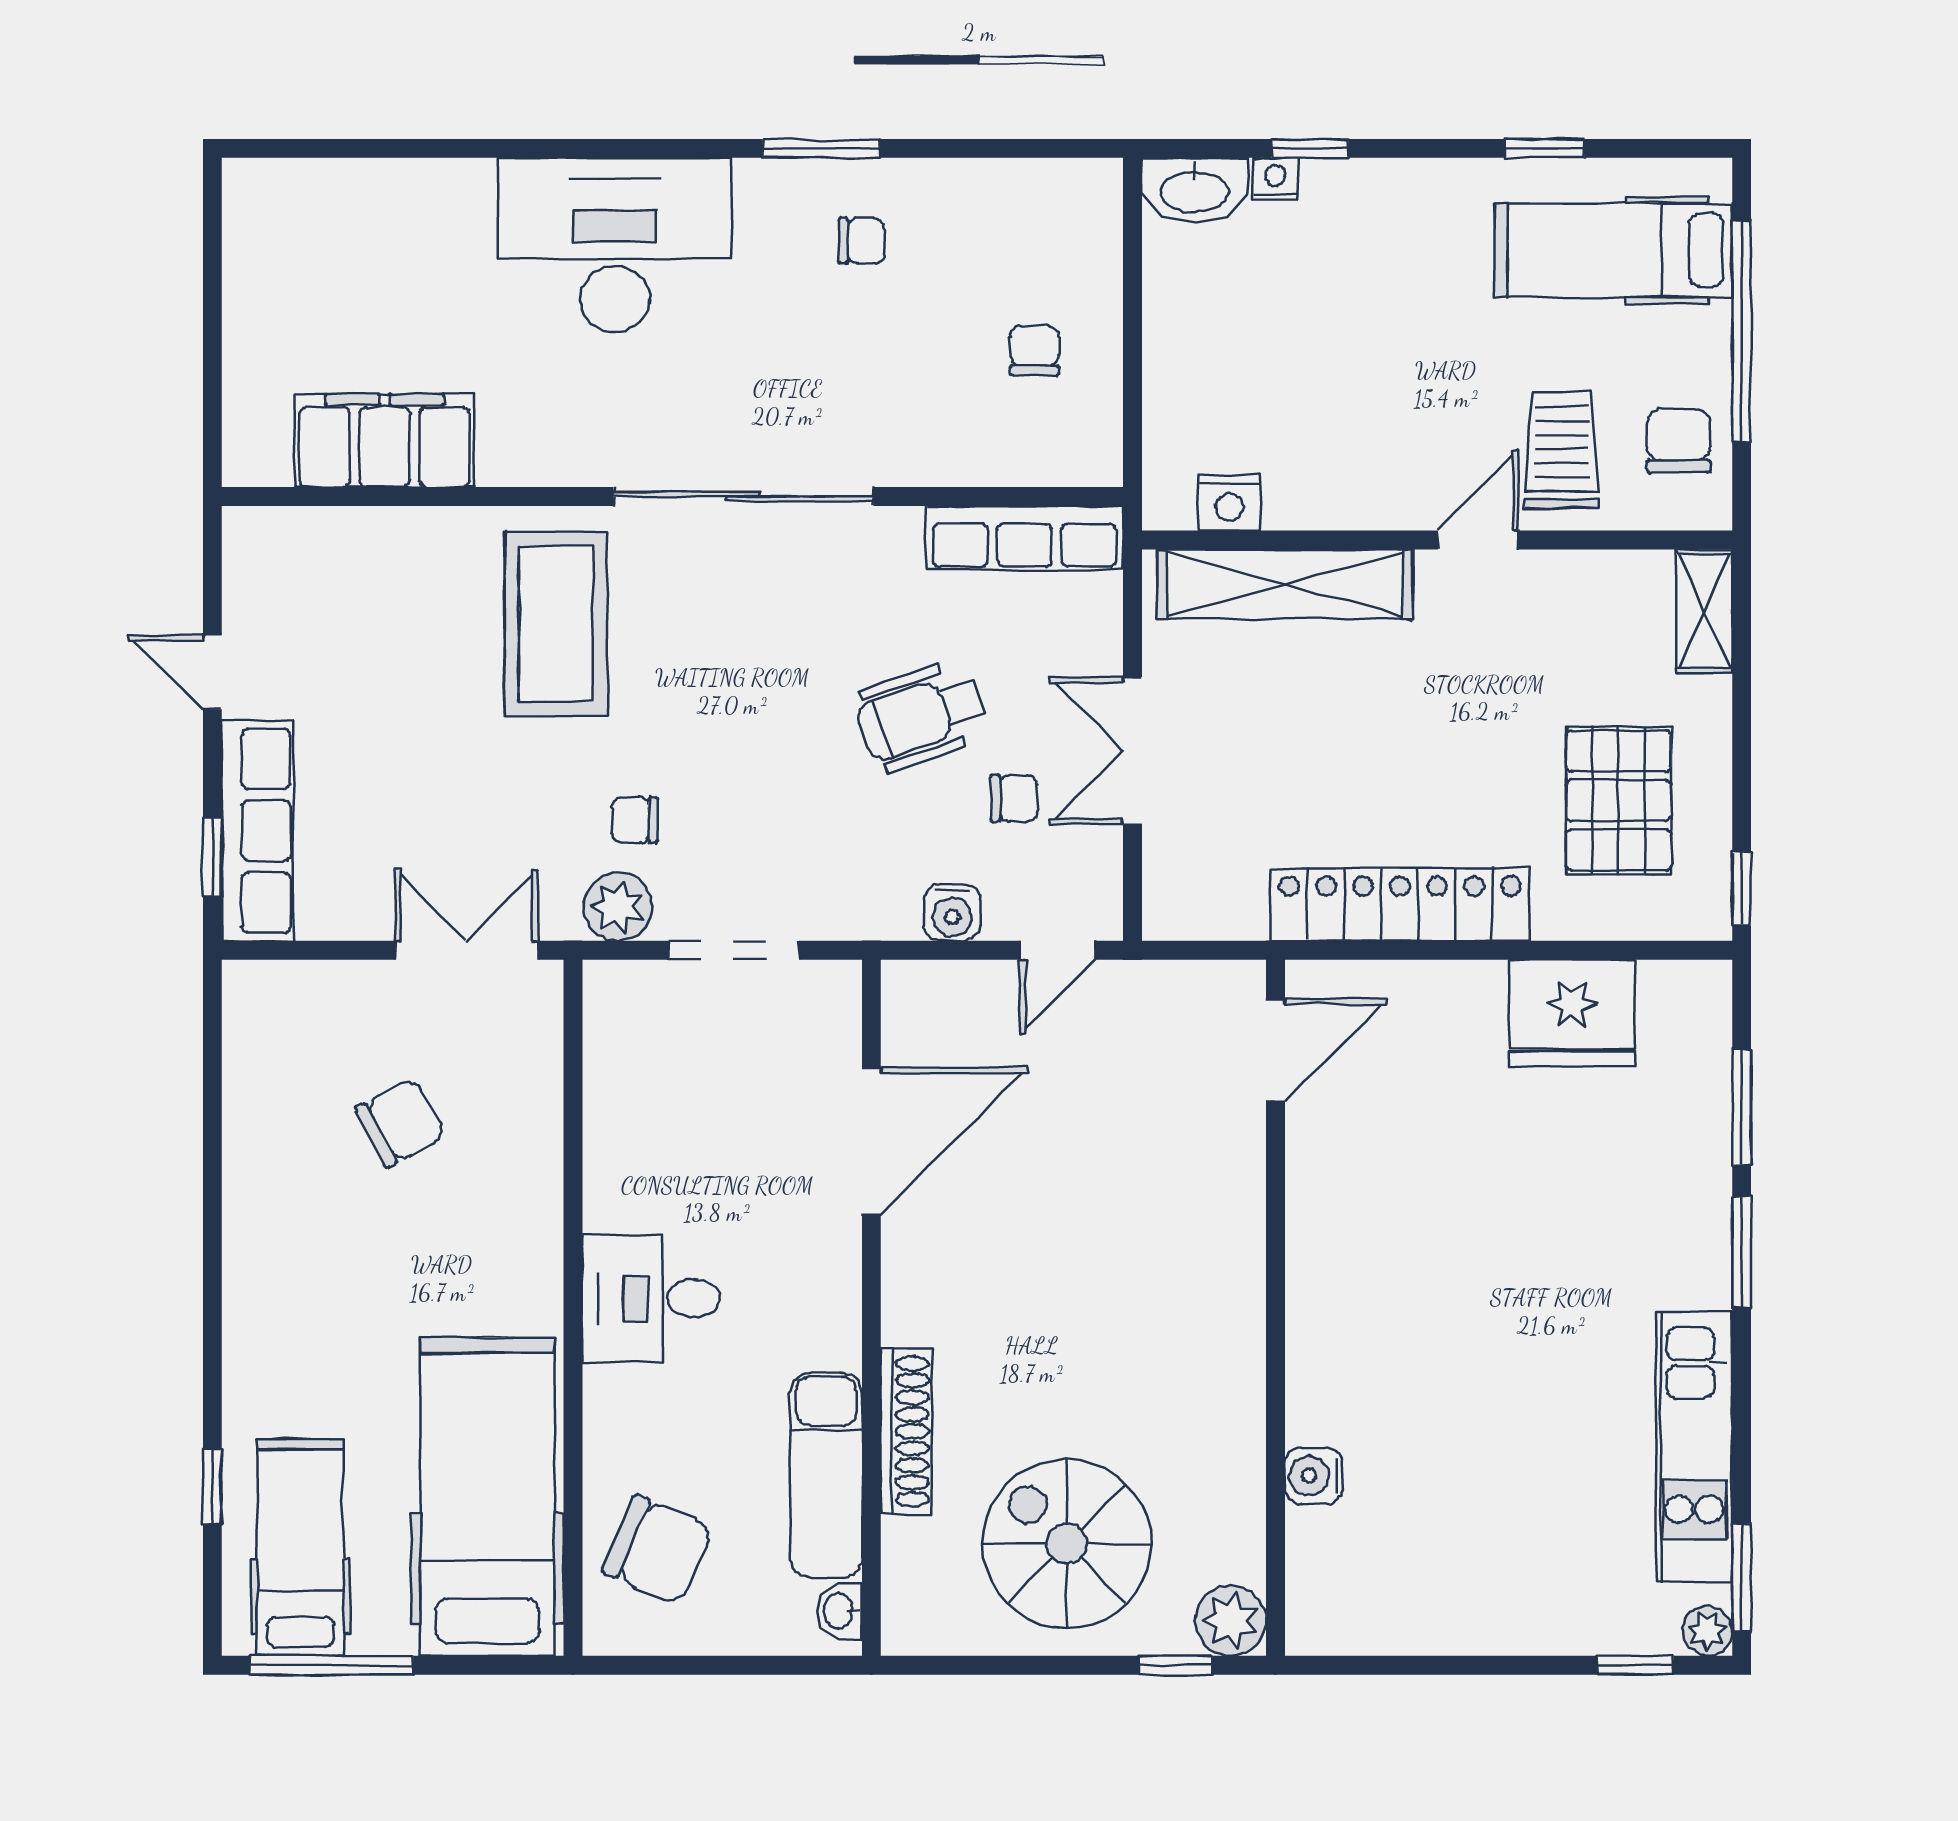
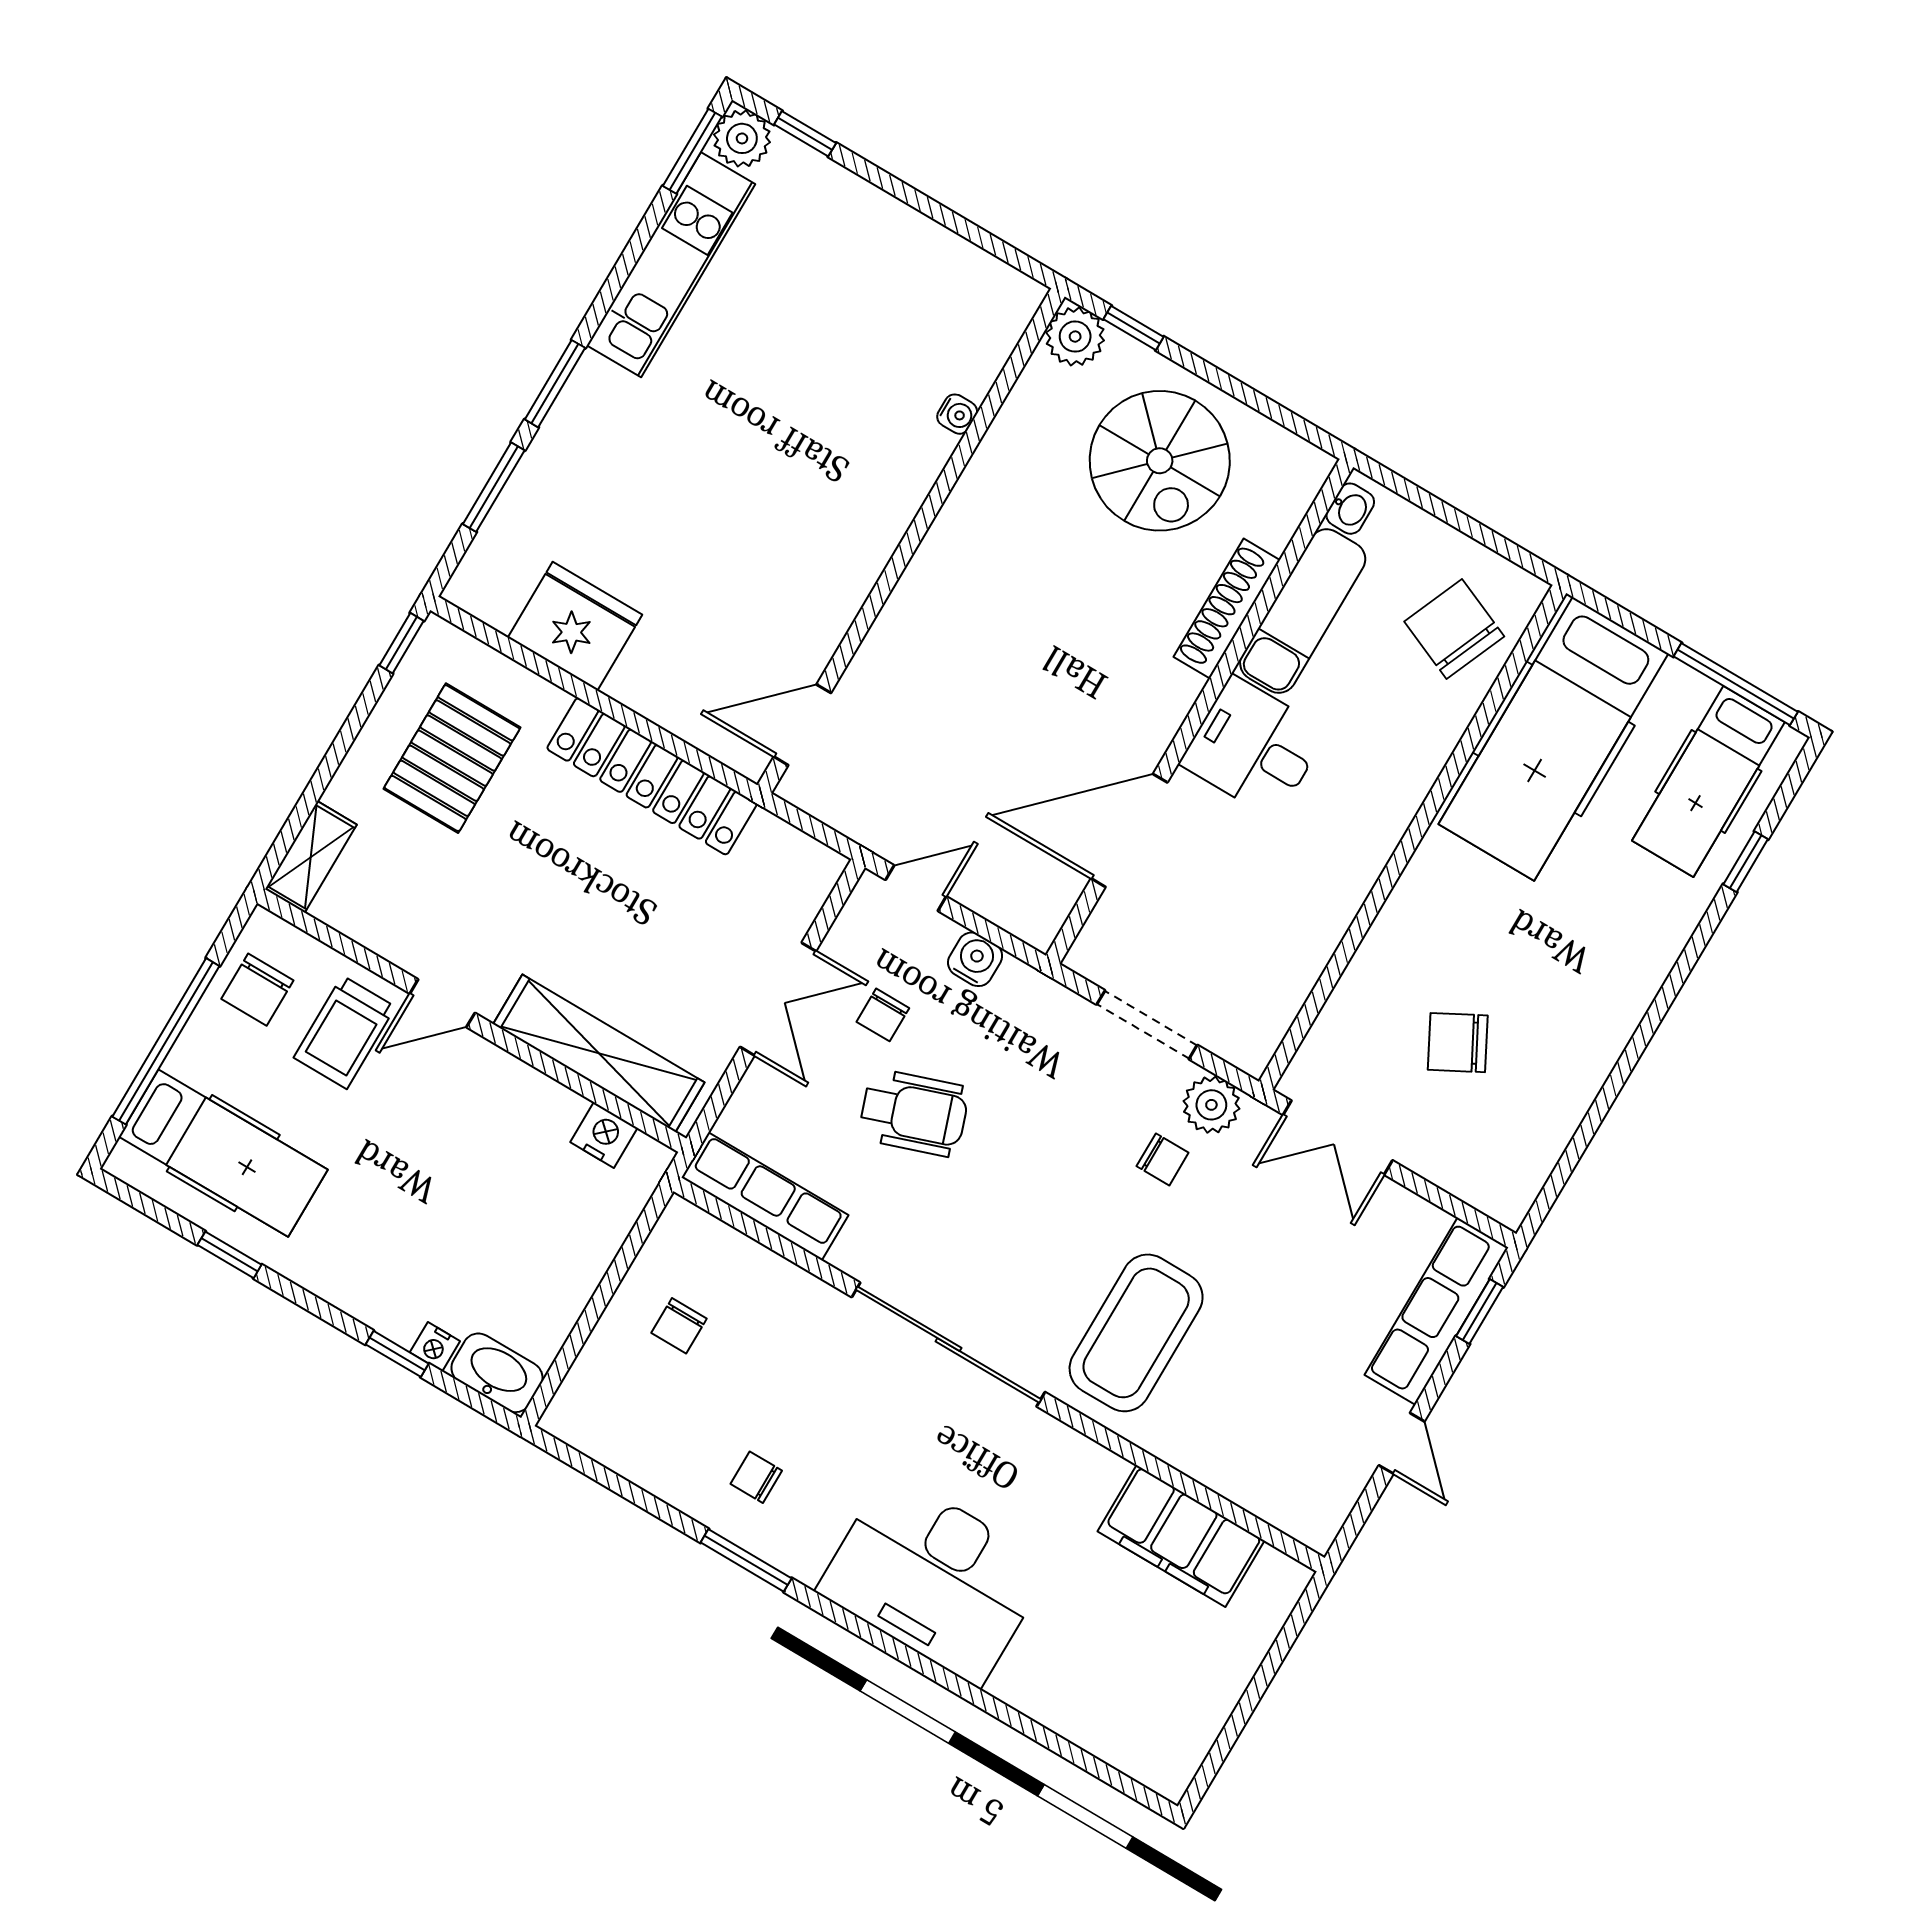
chair: (1014, 798) -> (883, 1015), turned -90
desk: (651, 1298) -> (1254, 747), moved, turned 180
water cooler: (1313, 1476) -> (957, 414), width x0.72, depth x0.72
plant: (1707, 1631) -> (742, 138), width x1.38, depth x1.38

